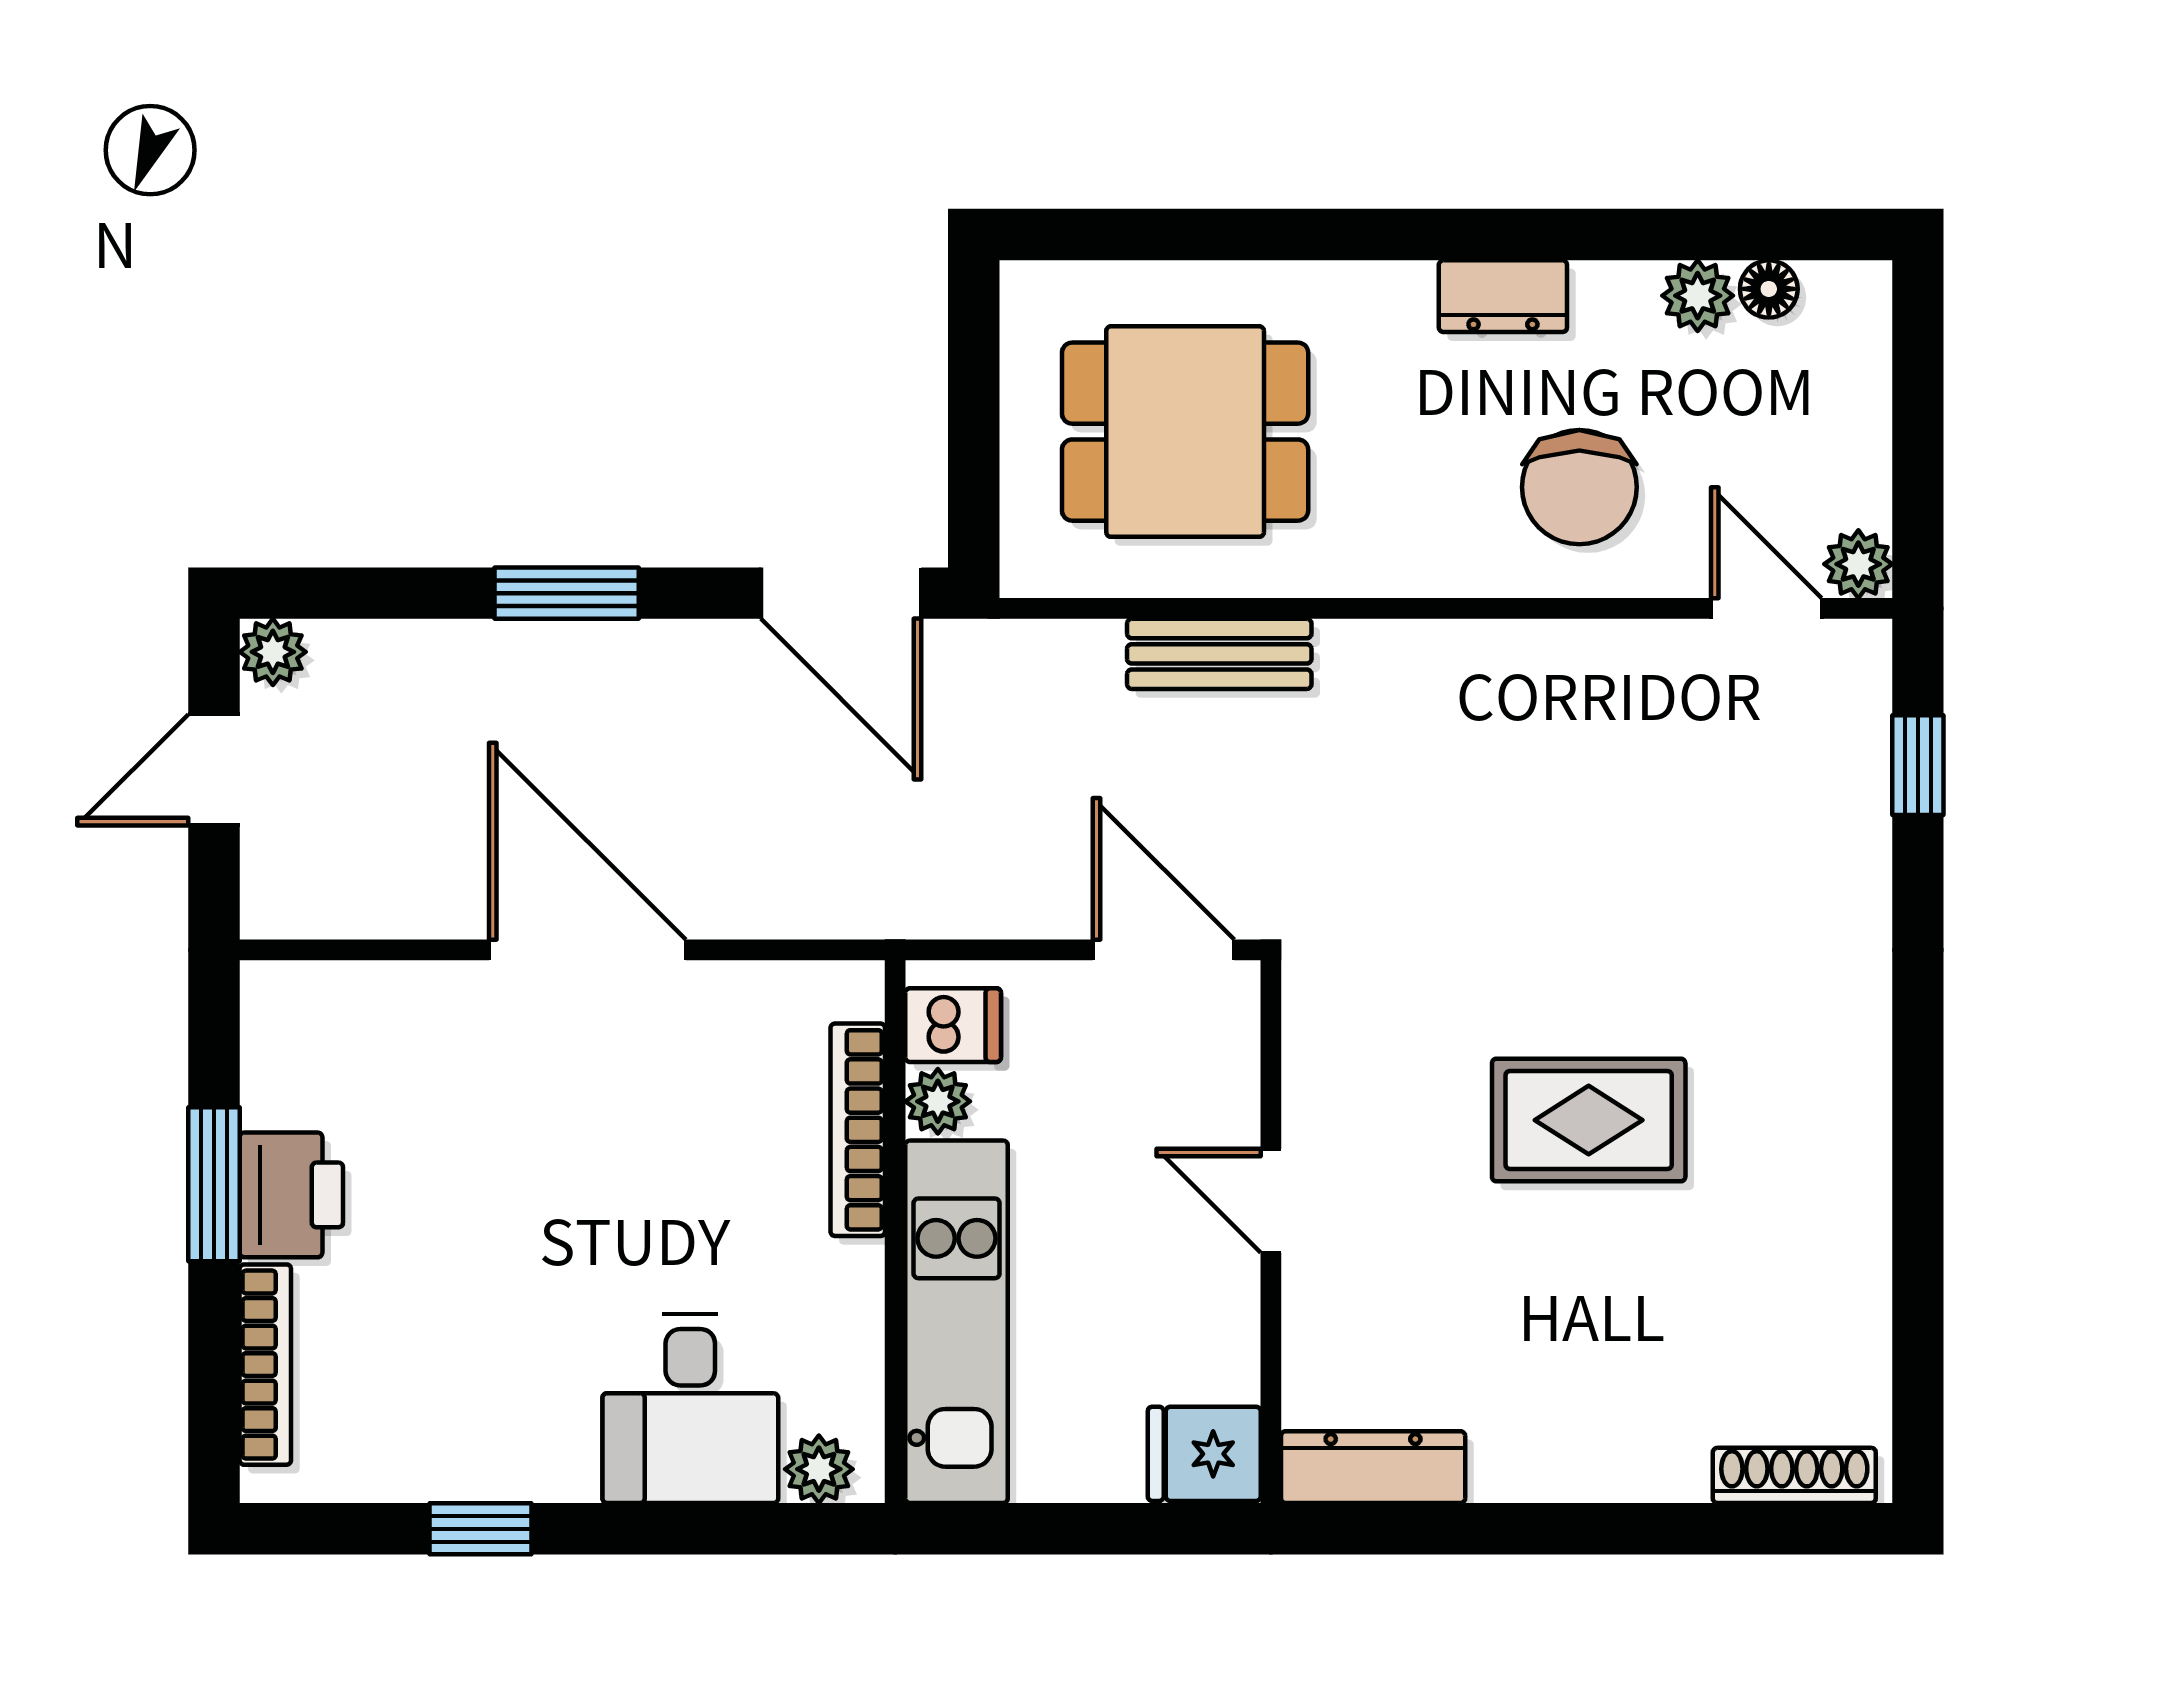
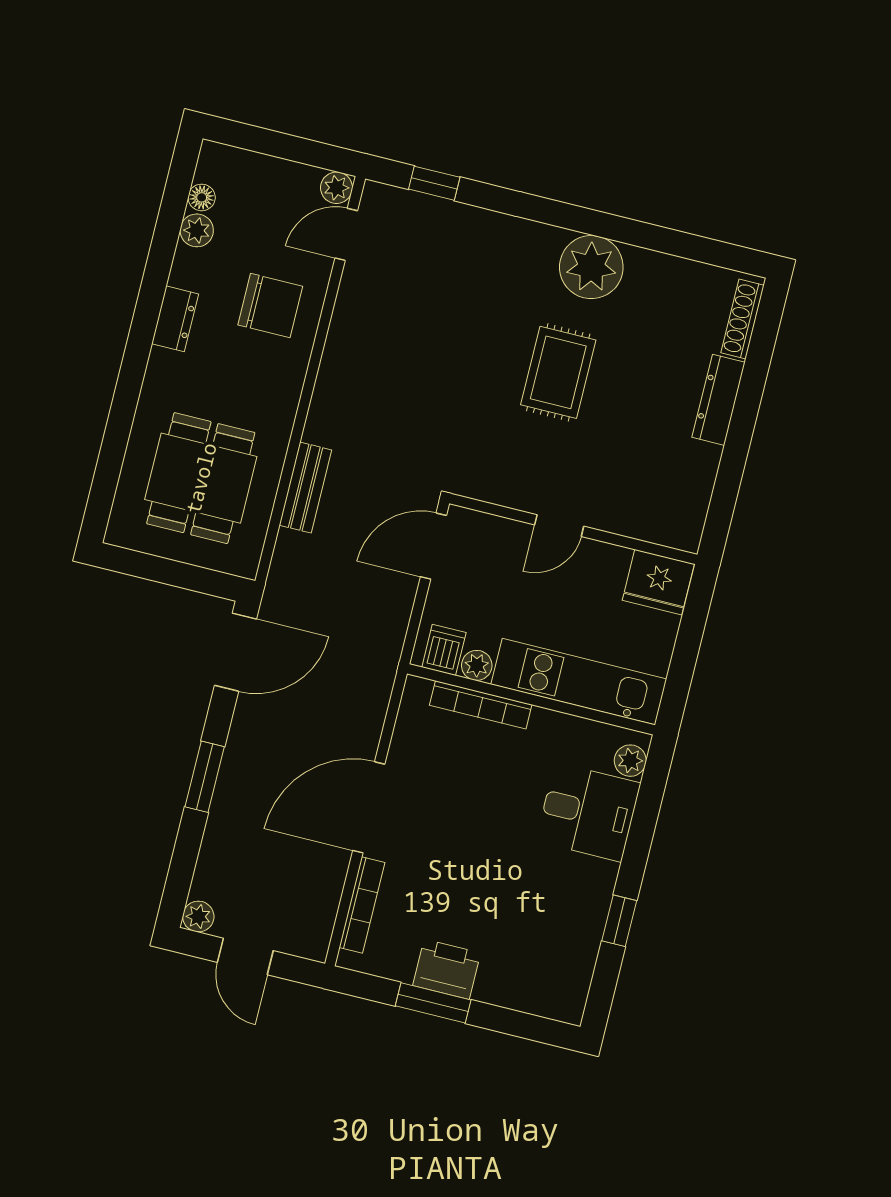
plant: (1824, 1134) -> (591, 267), added
bookcase: (265, 1365) -> (362, 905), moved, turned 90
fridge: (1204, 1454) -> (658, 582), width x1.38
dresser: (1373, 1467) -> (719, 400), moved

